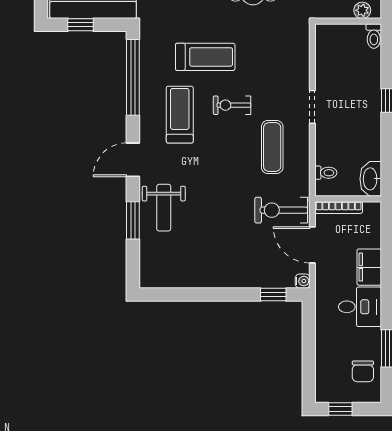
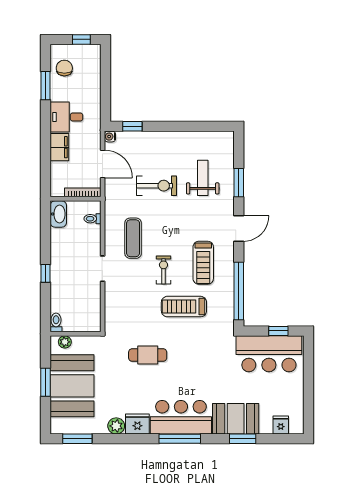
exercise bike: (232, 105) -> (163, 270), turned -90
weight bench: (164, 208) -> (203, 178), moved
exercise bike: (281, 210) -> (157, 186), moved

